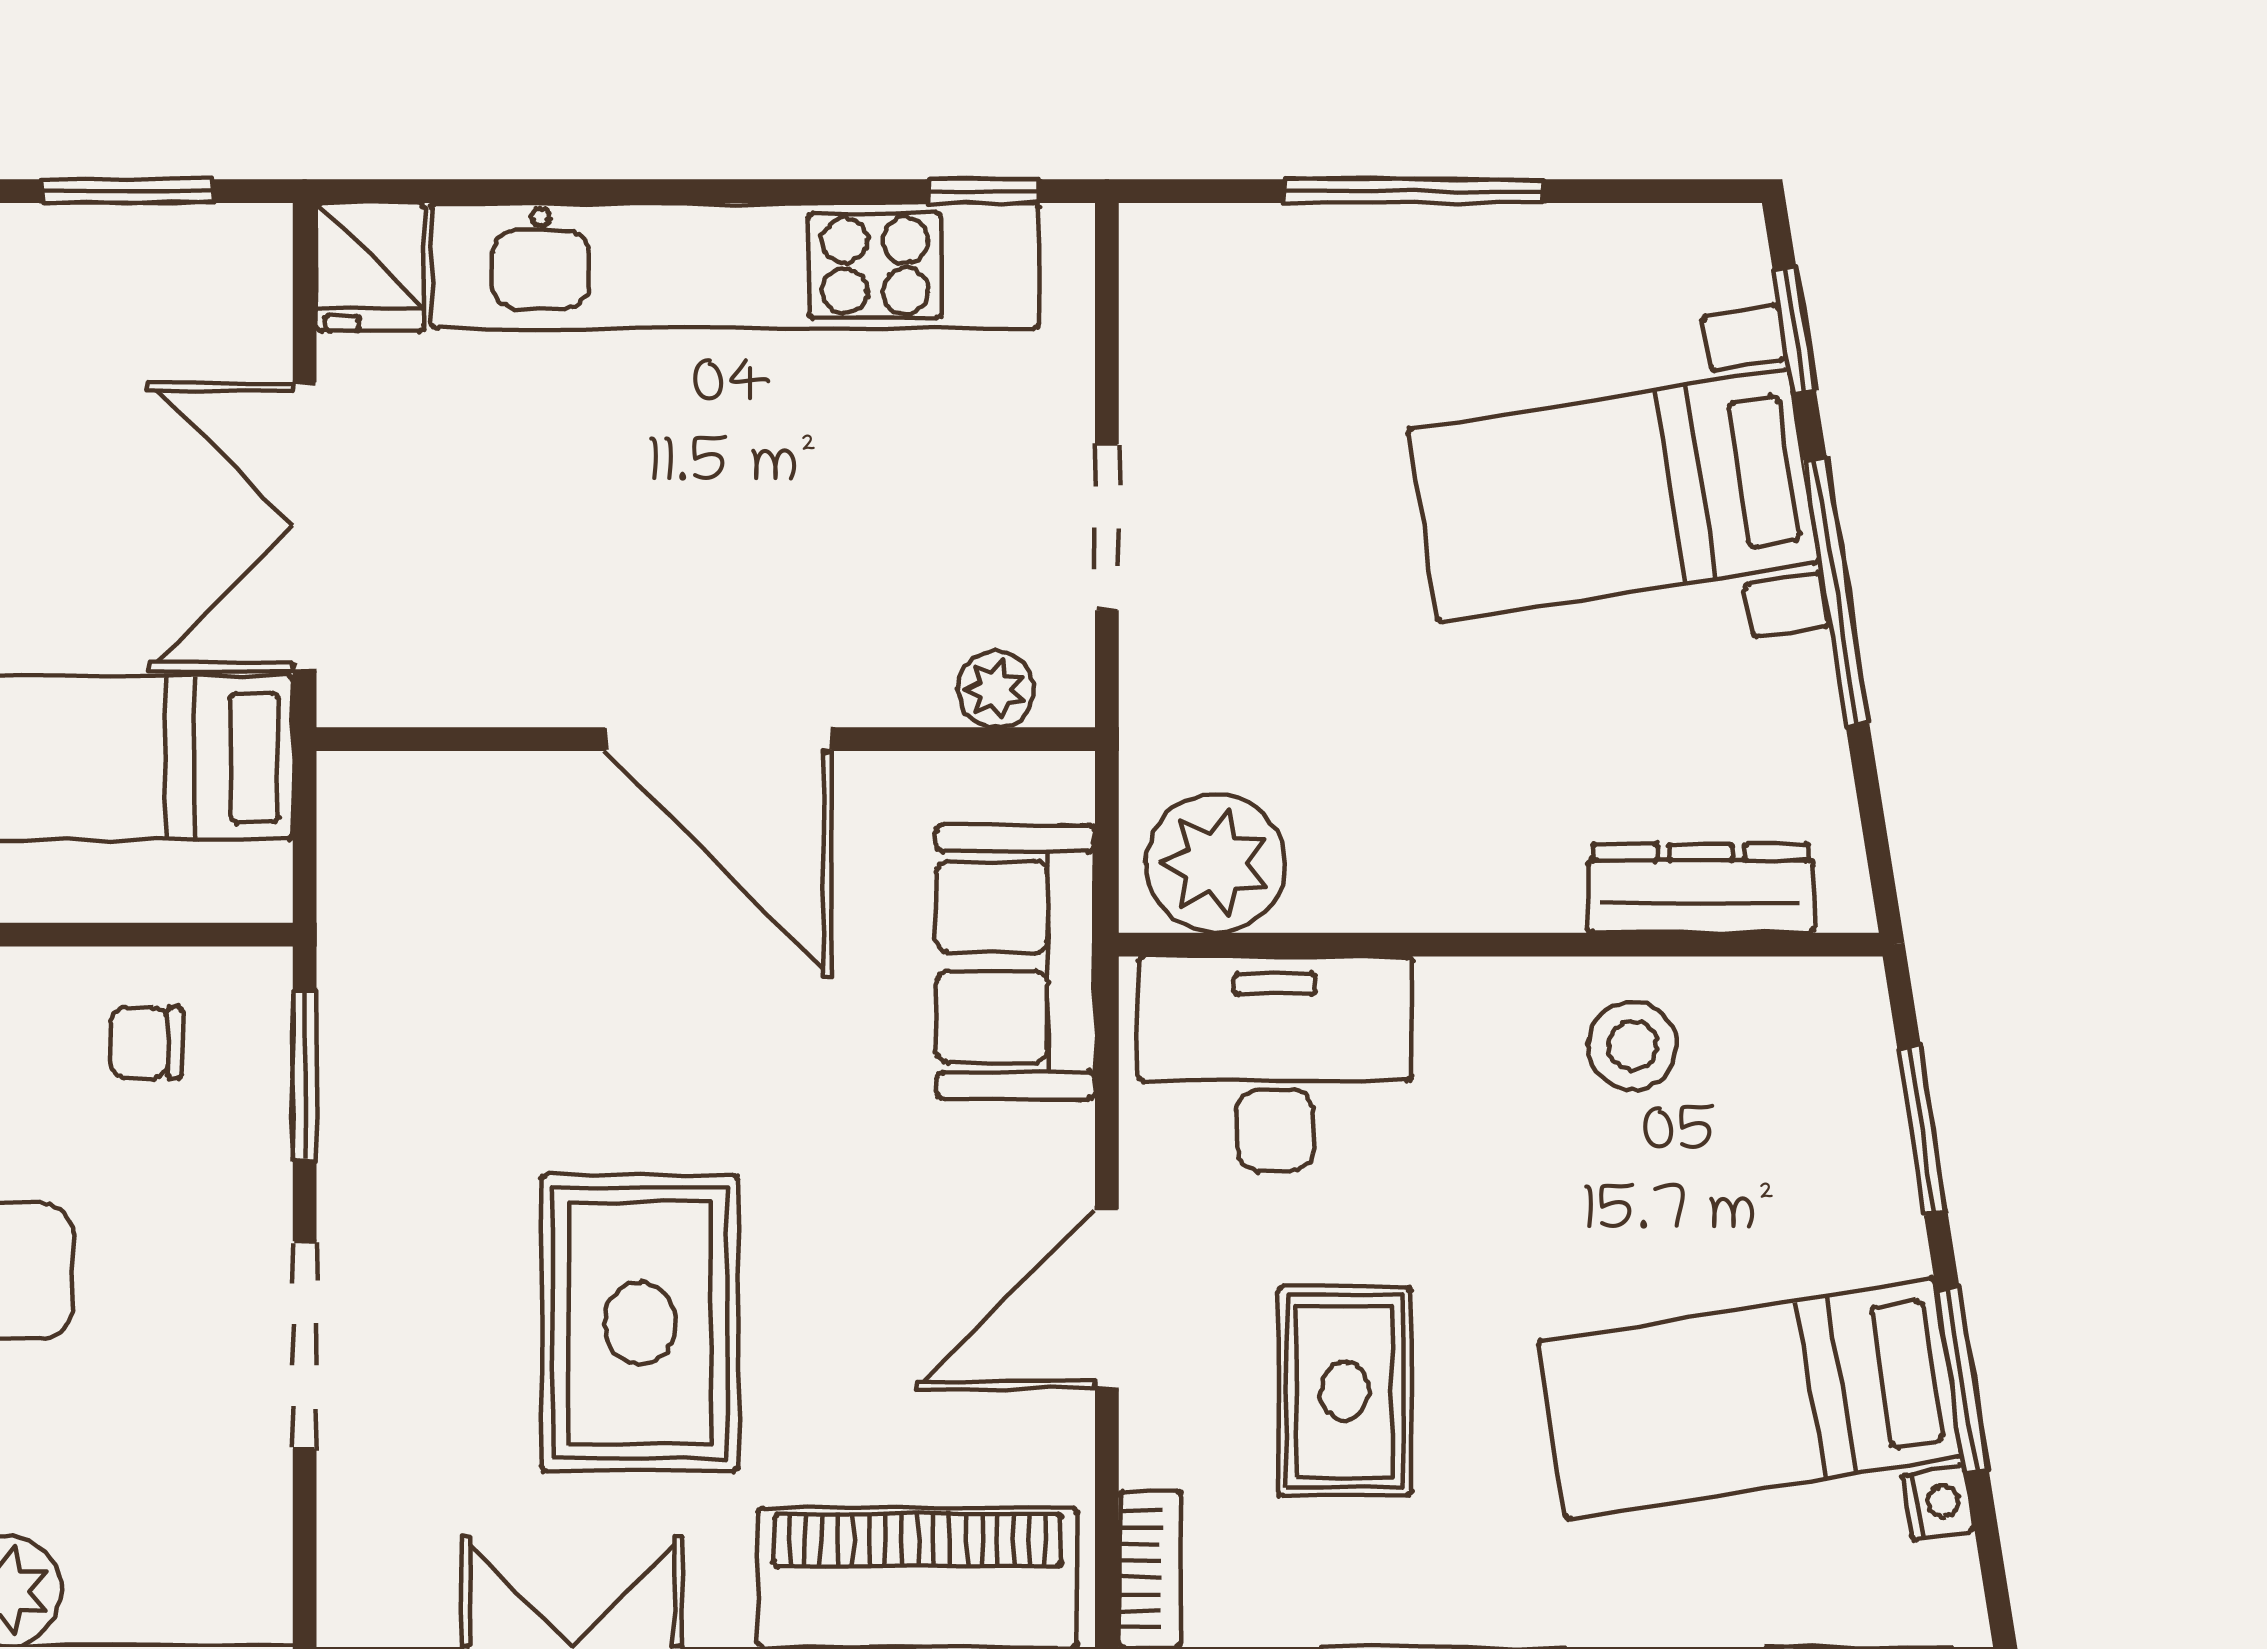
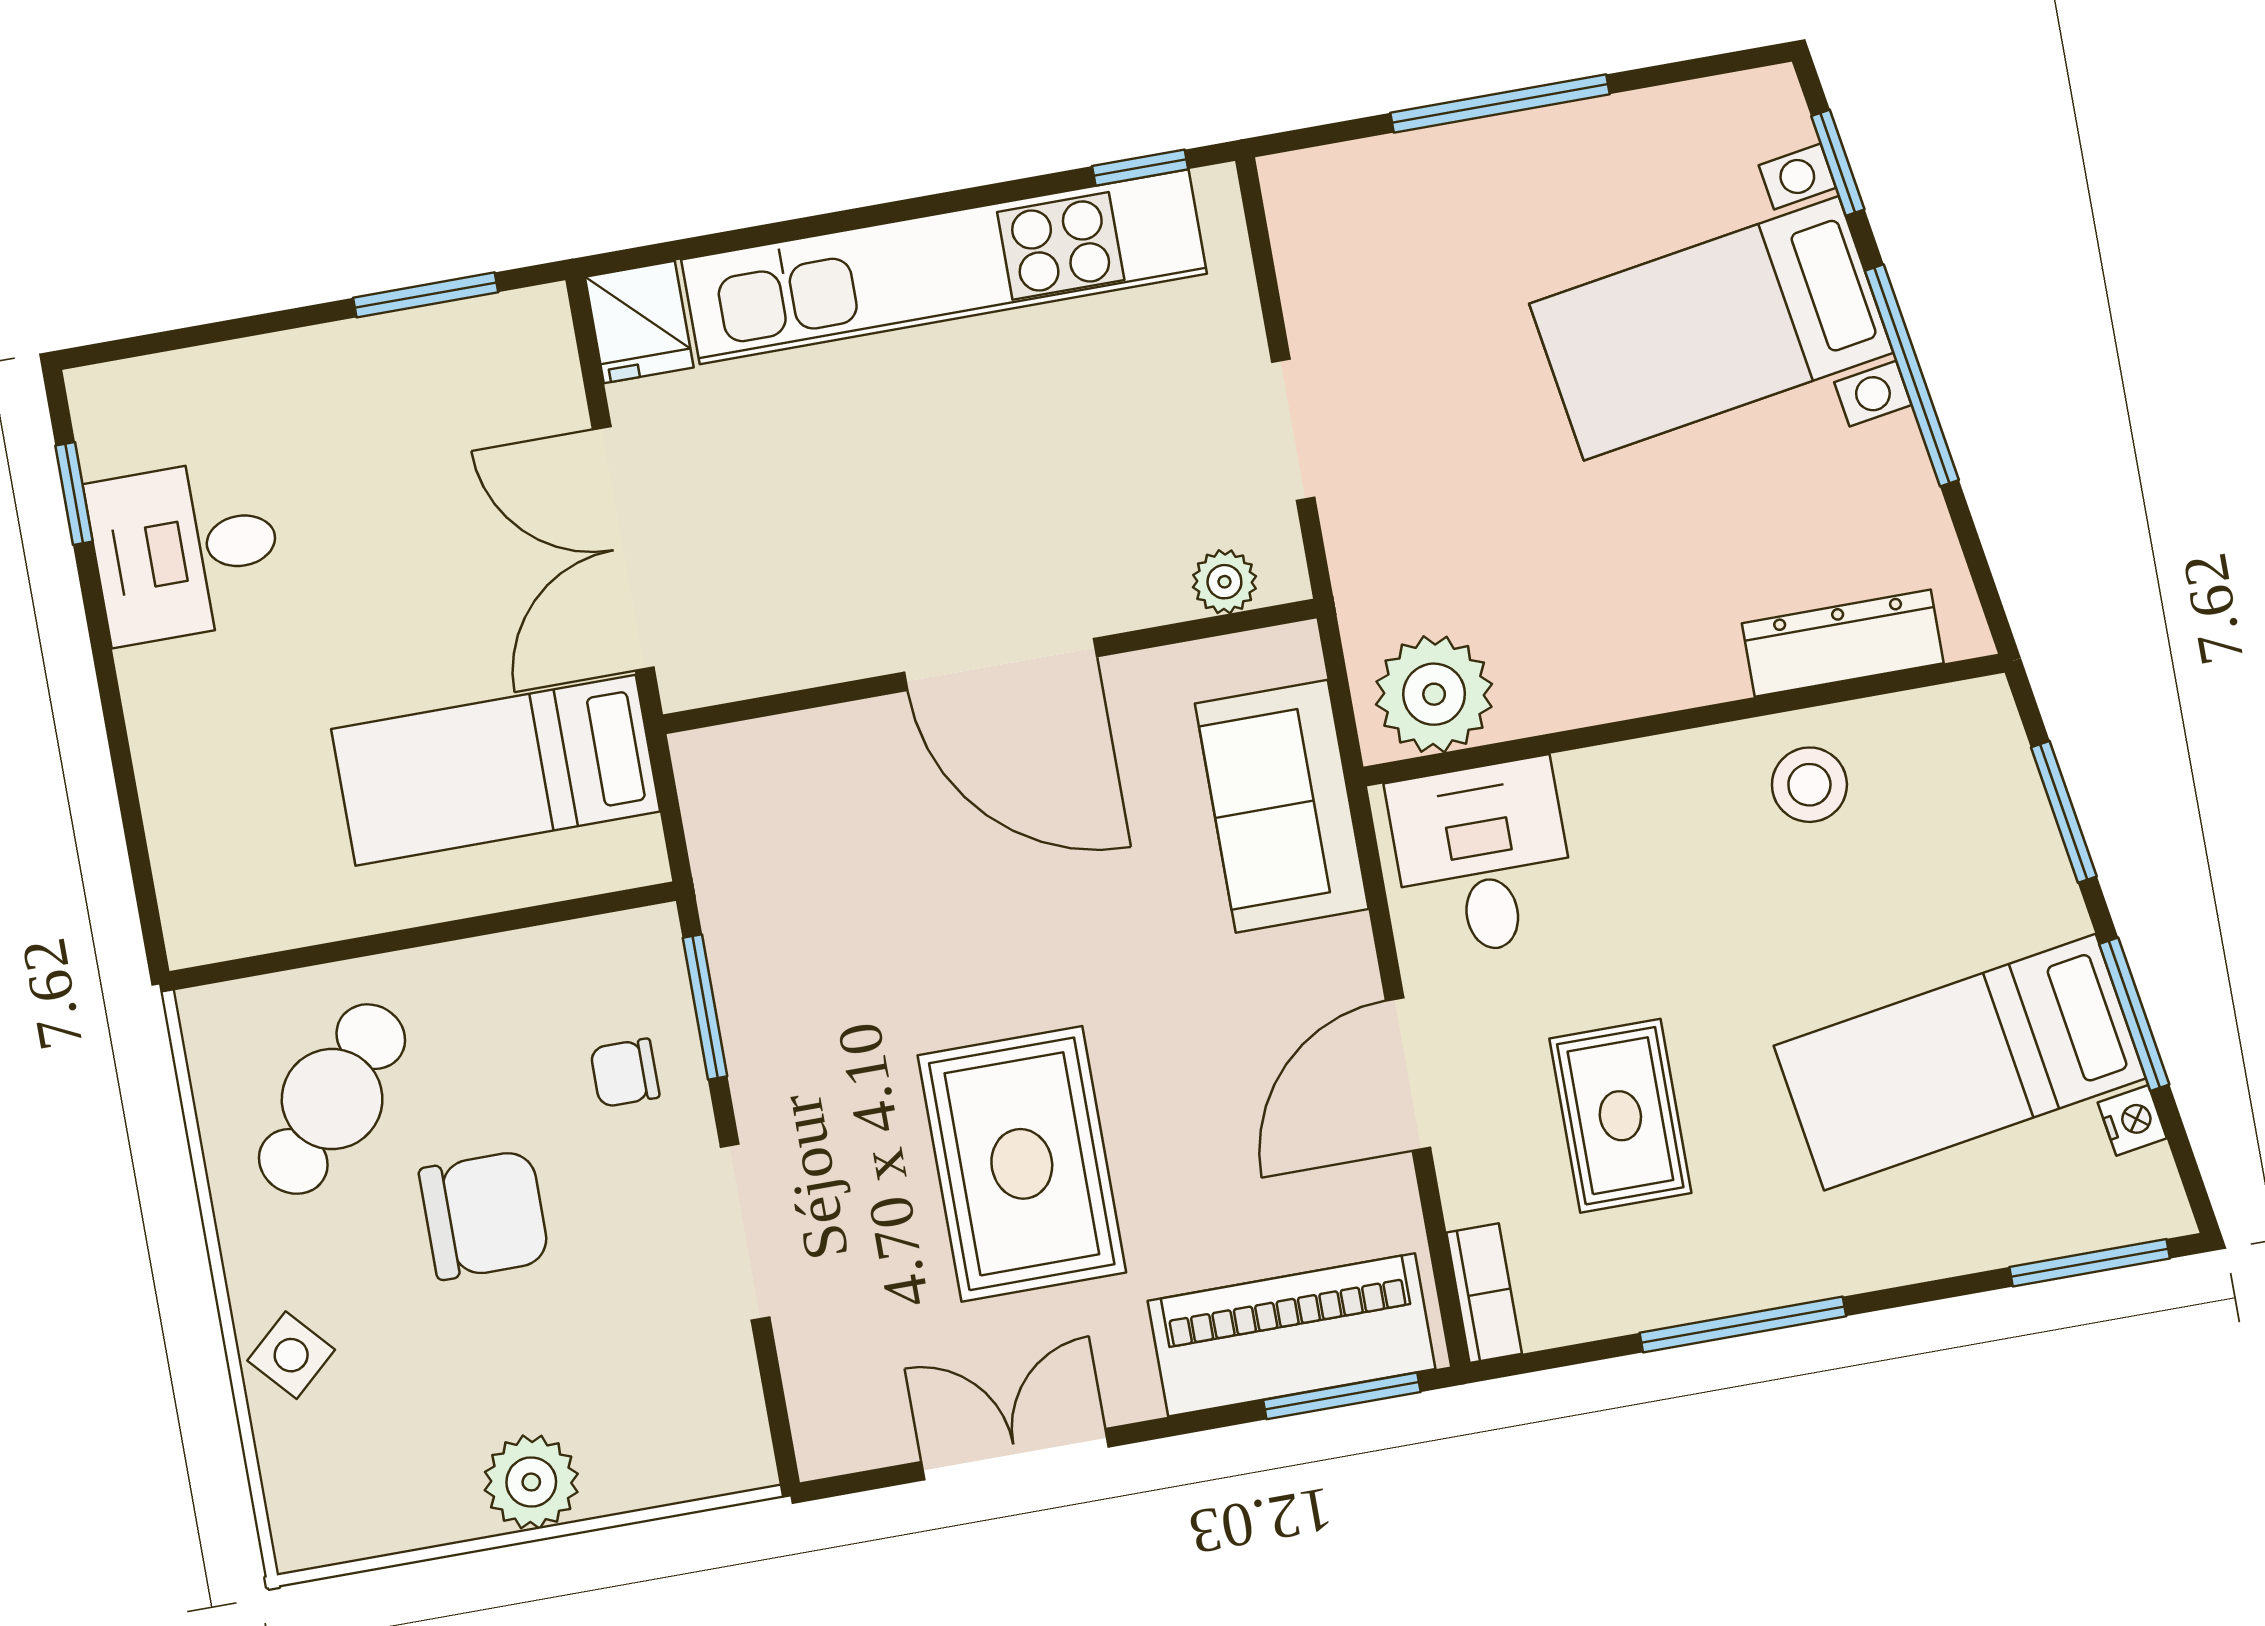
chair: (146, 1043) -> (625, 1073), moved
desk: (1275, 1064) -> (1482, 858), width x0.73

